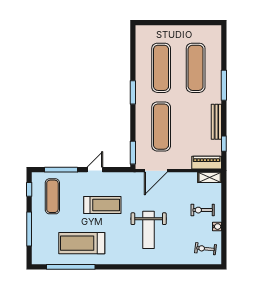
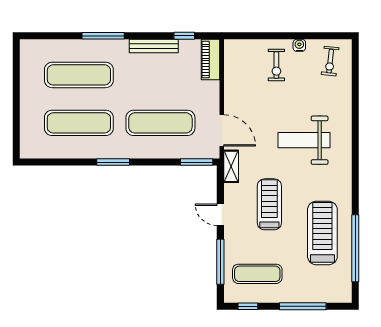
shelving: (210, 177) -> (231, 166), moved
weight bench: (149, 230) -> (304, 140), turned 180
treadmill: (82, 243) -> (322, 233), turned 180

